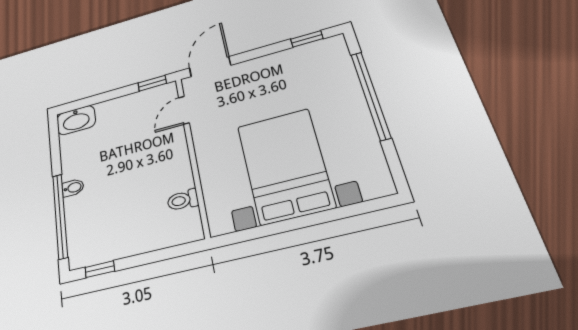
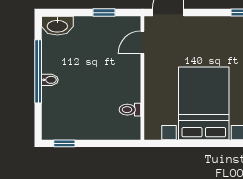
window: (152, 83) -> (104, 13), moved
window: (60, 216) -> (38, 71), moved

